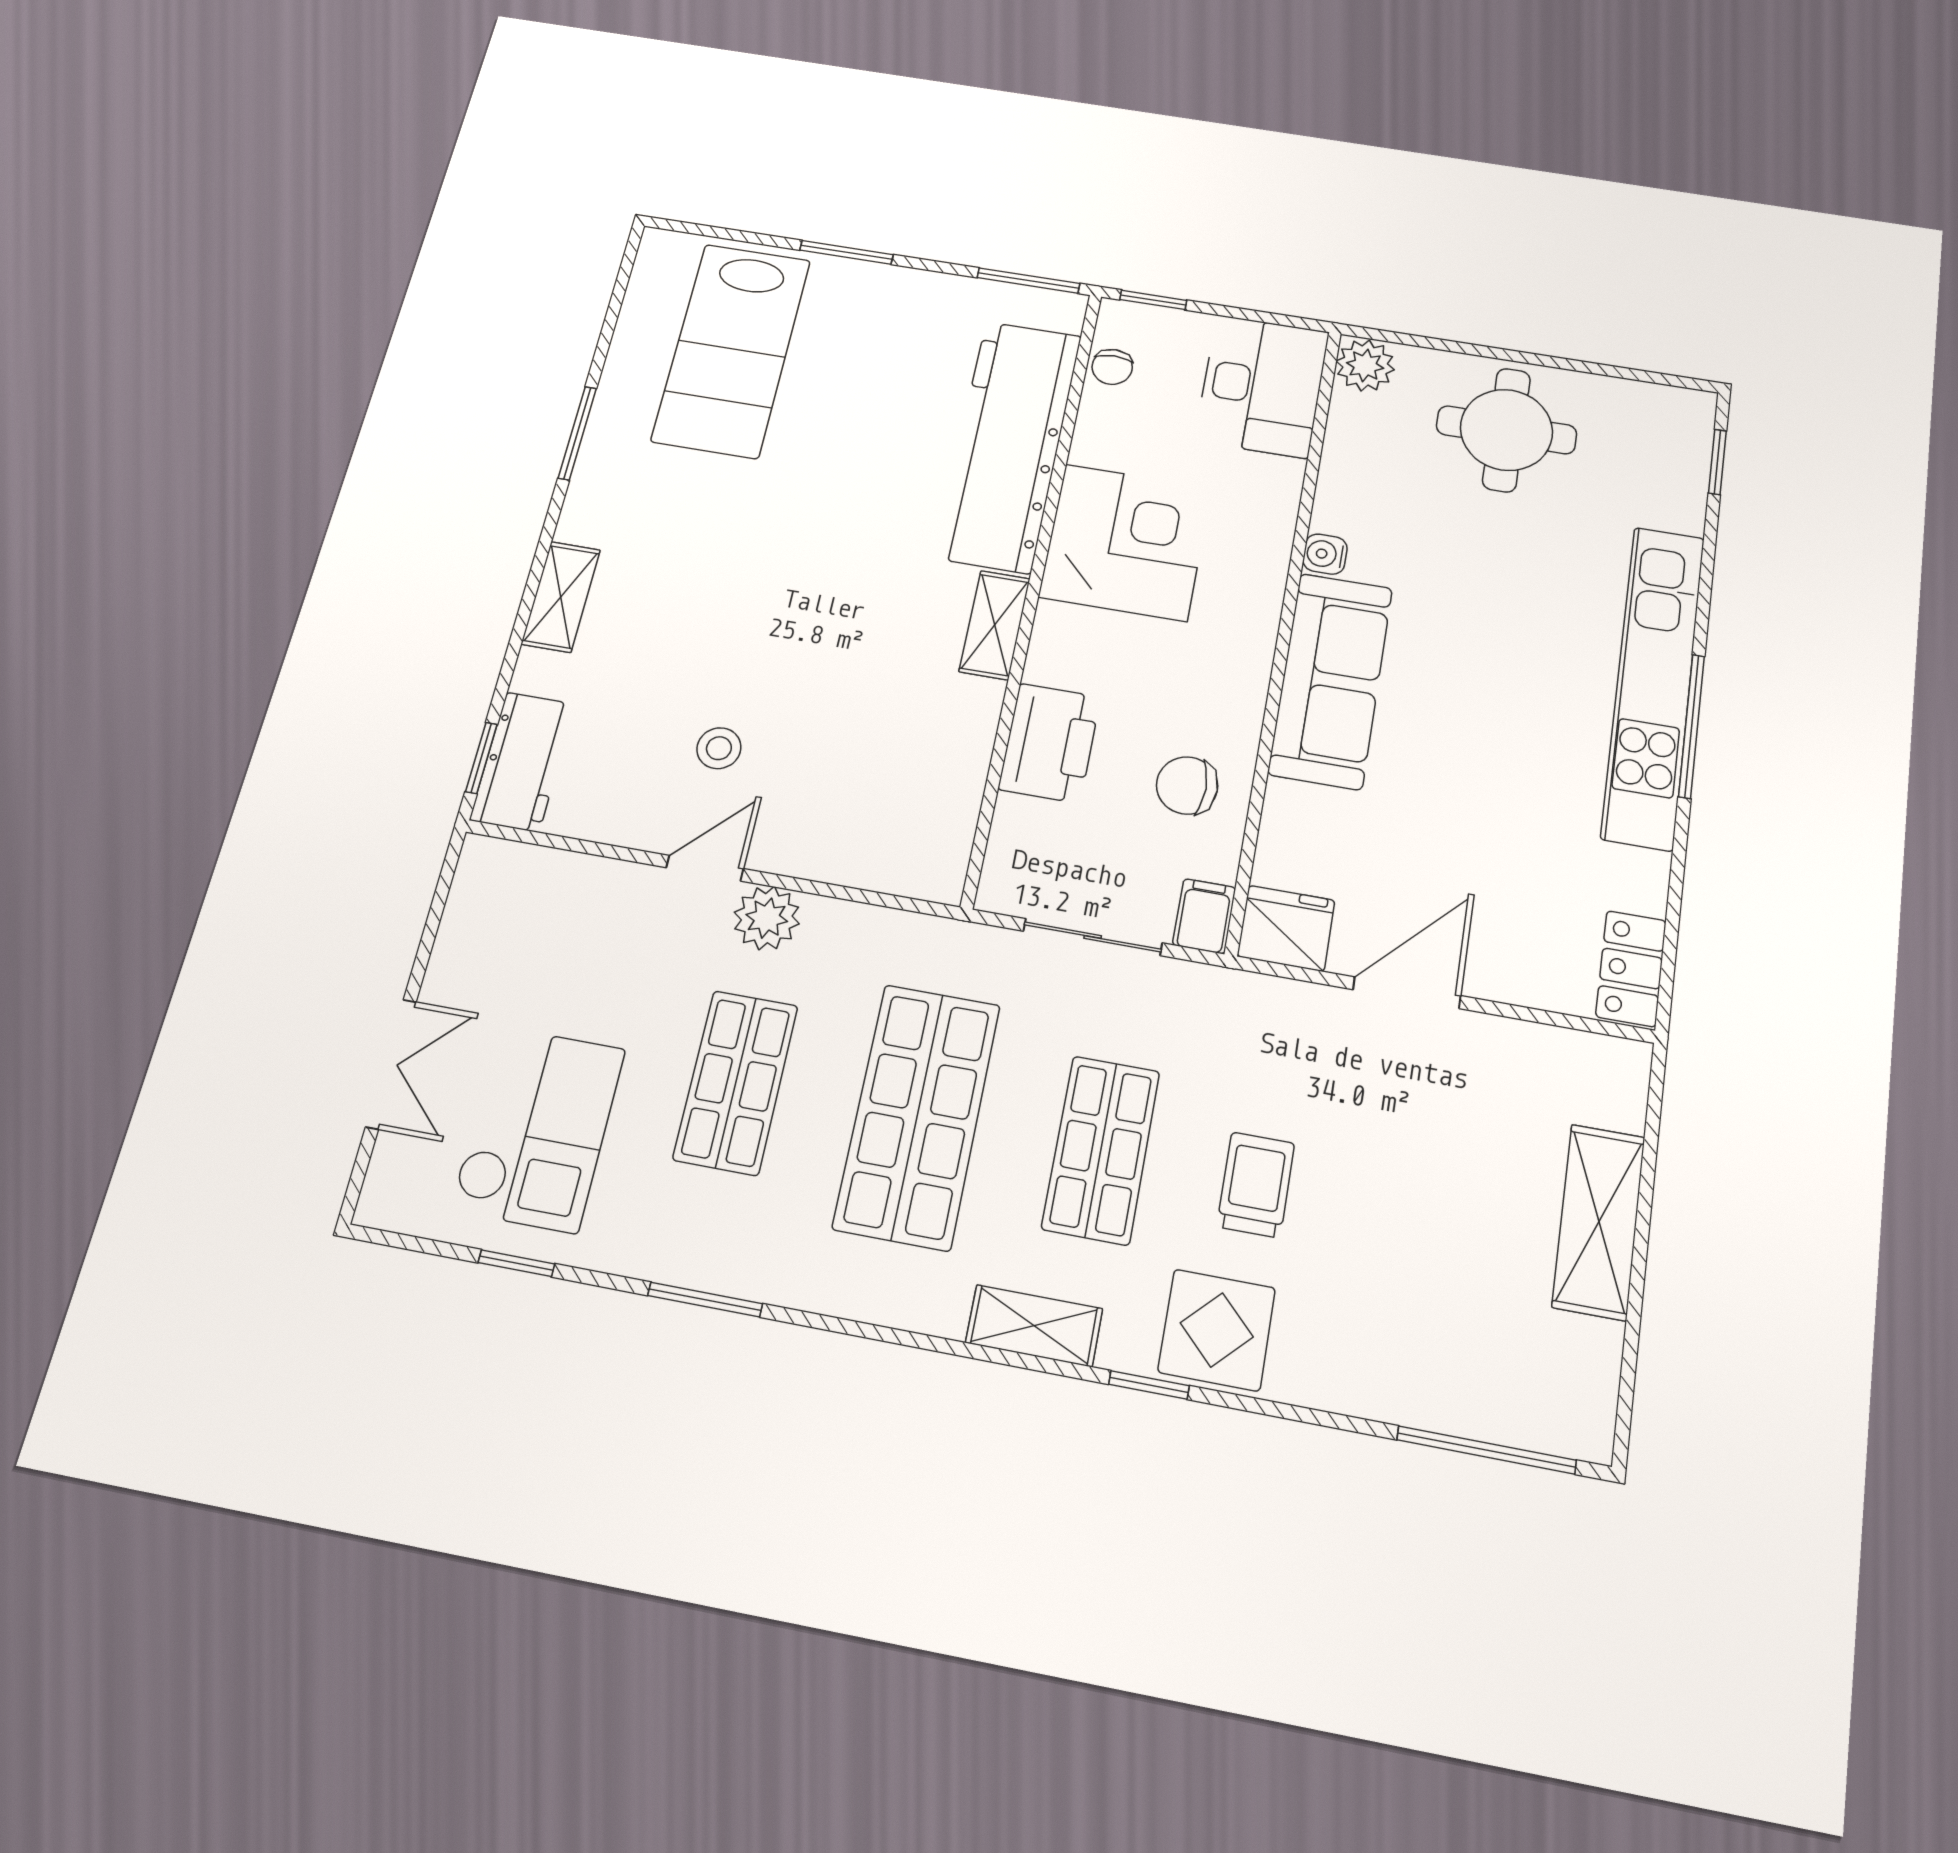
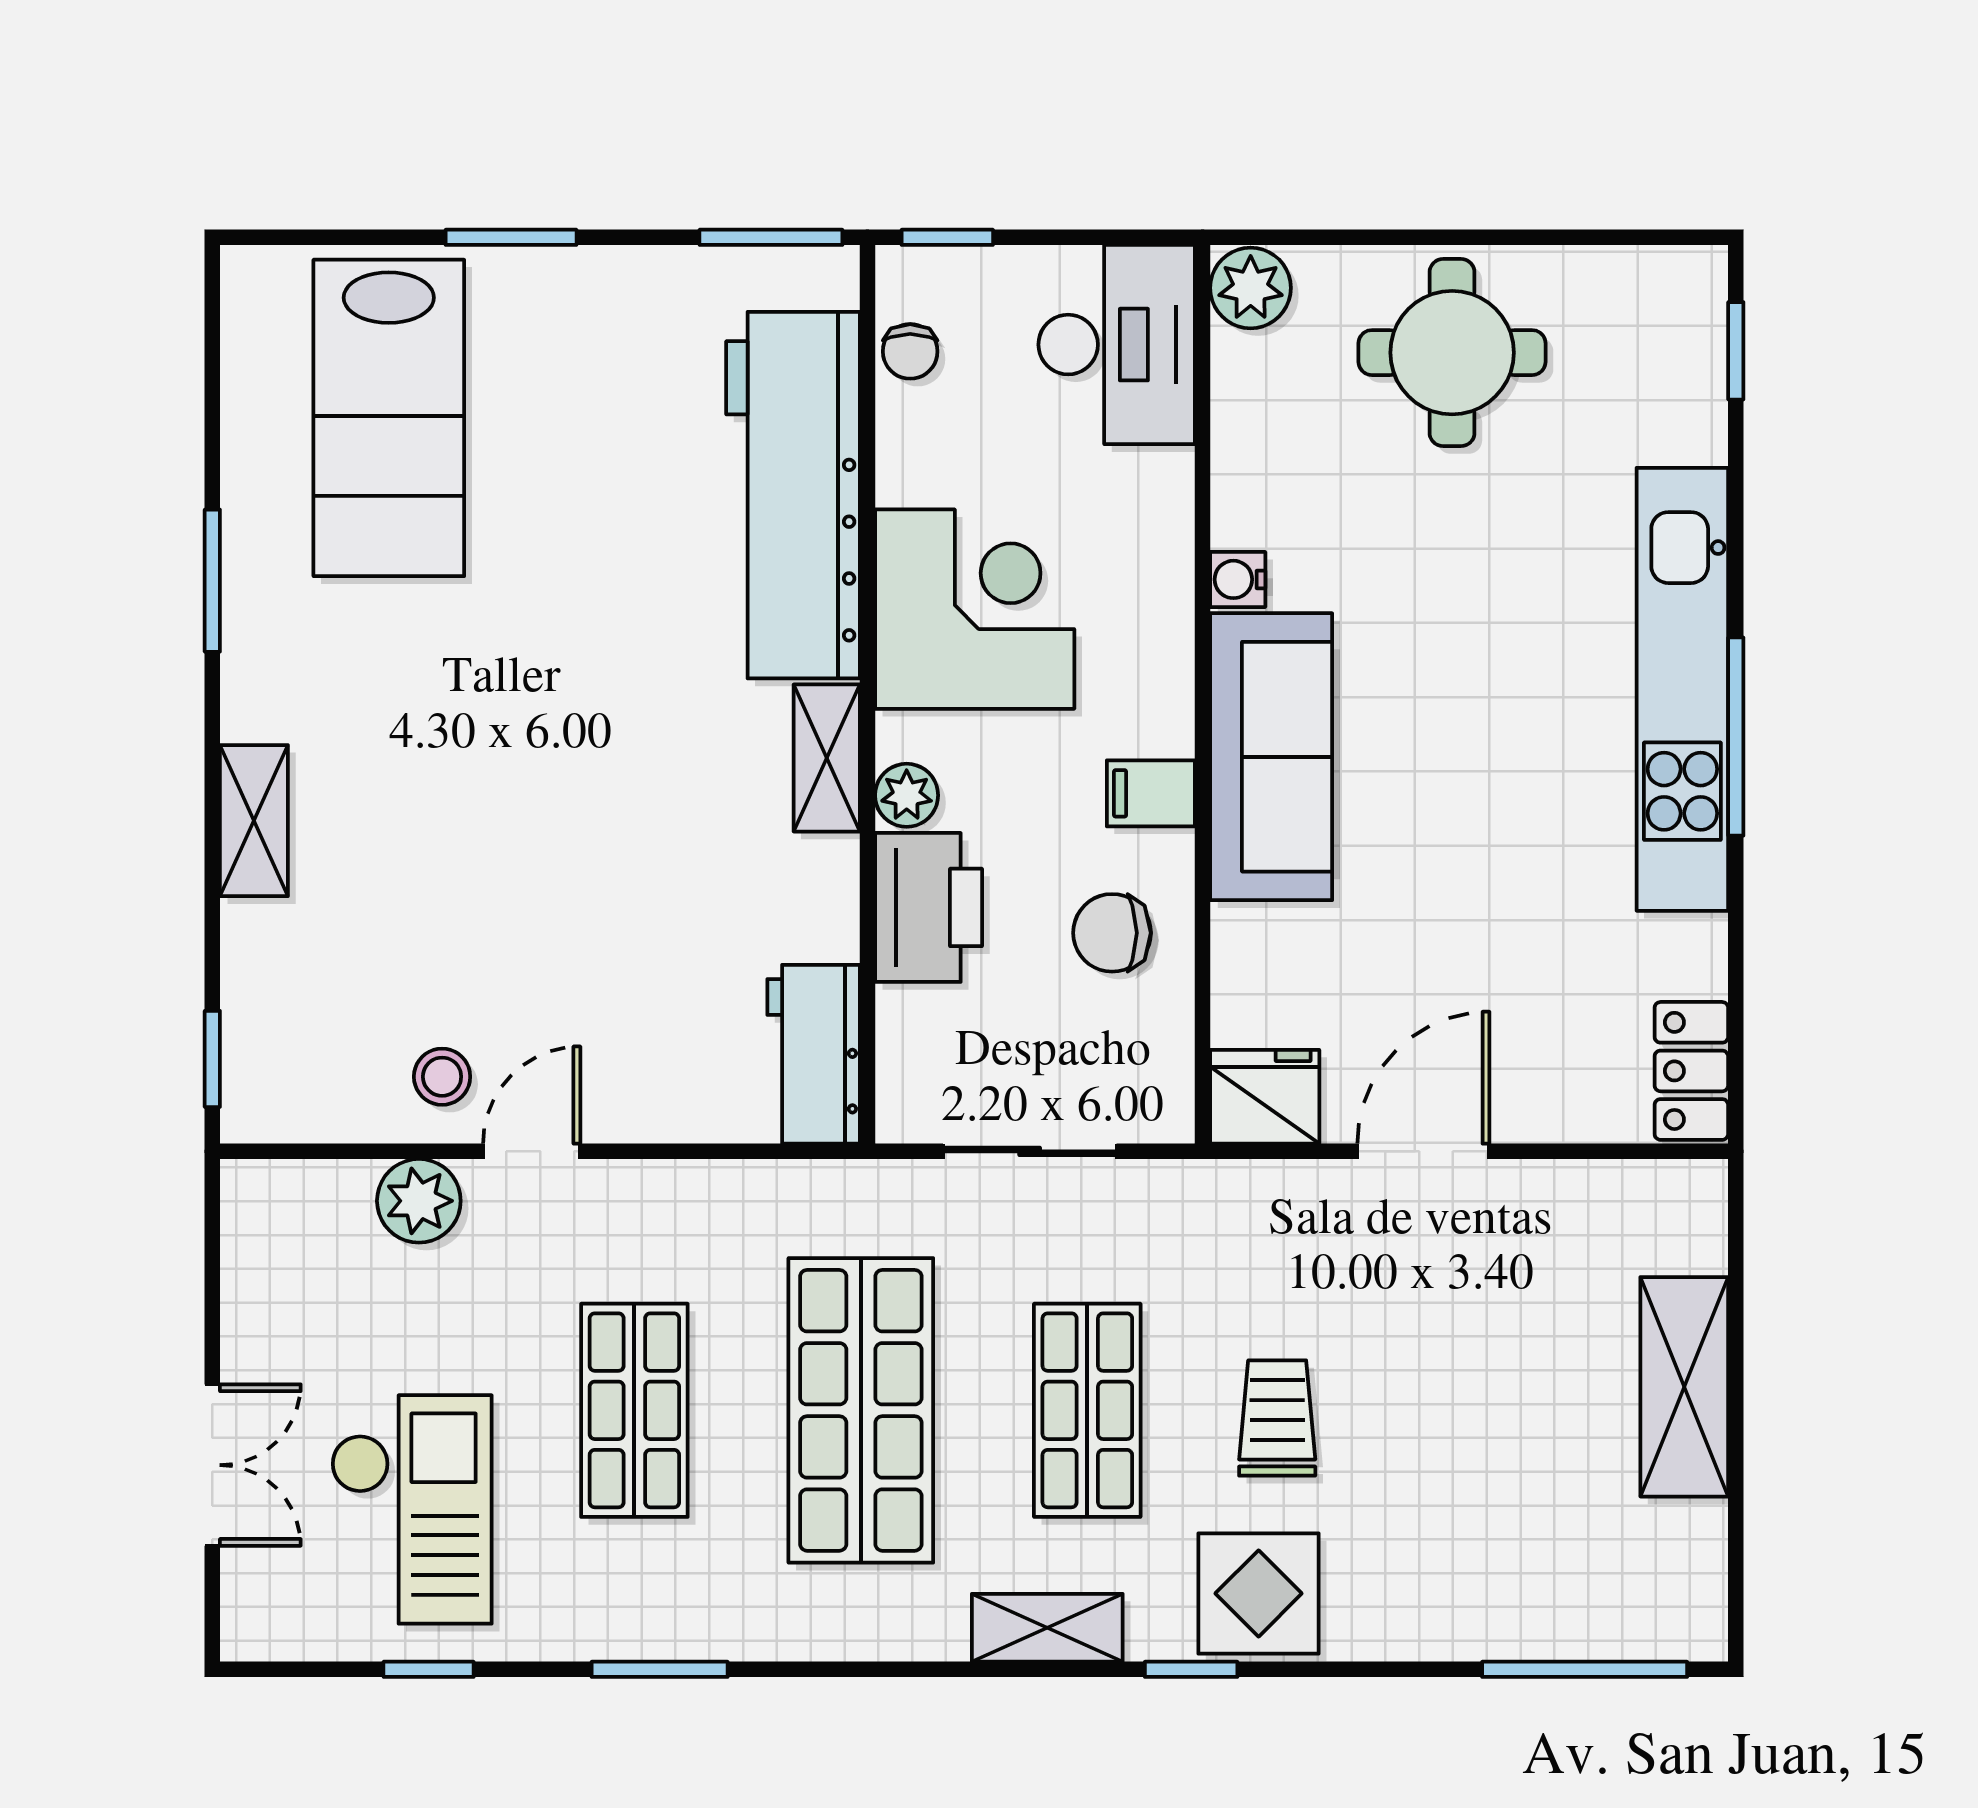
plant: (1049, 661) -> (907, 795), added
stool: (719, 748) -> (442, 1077), moved
workbench: (523, 762) -> (814, 1054), moved, turned 180
filing cabinet: (1204, 916) -> (1151, 793), moved, turned -90
plant: (767, 918) -> (419, 1201), moved

